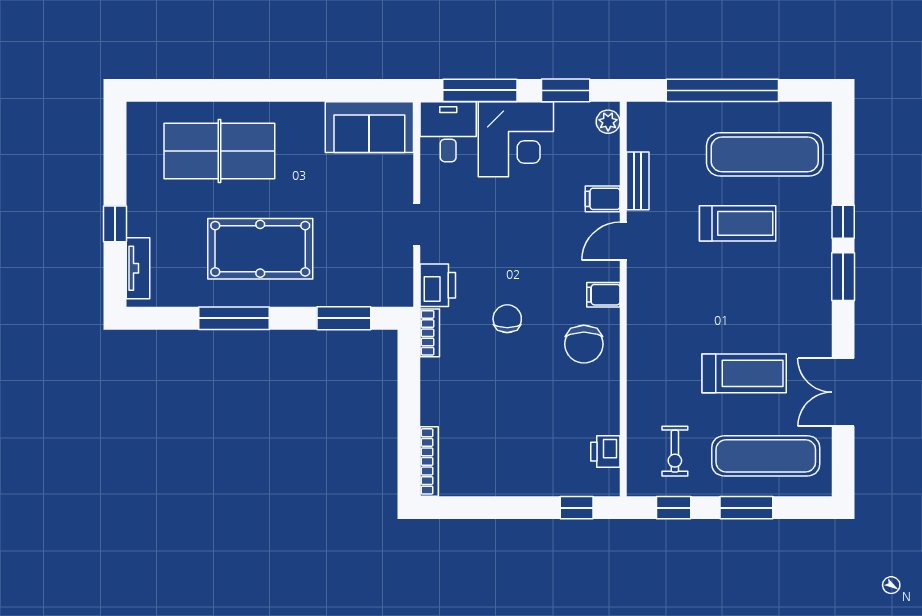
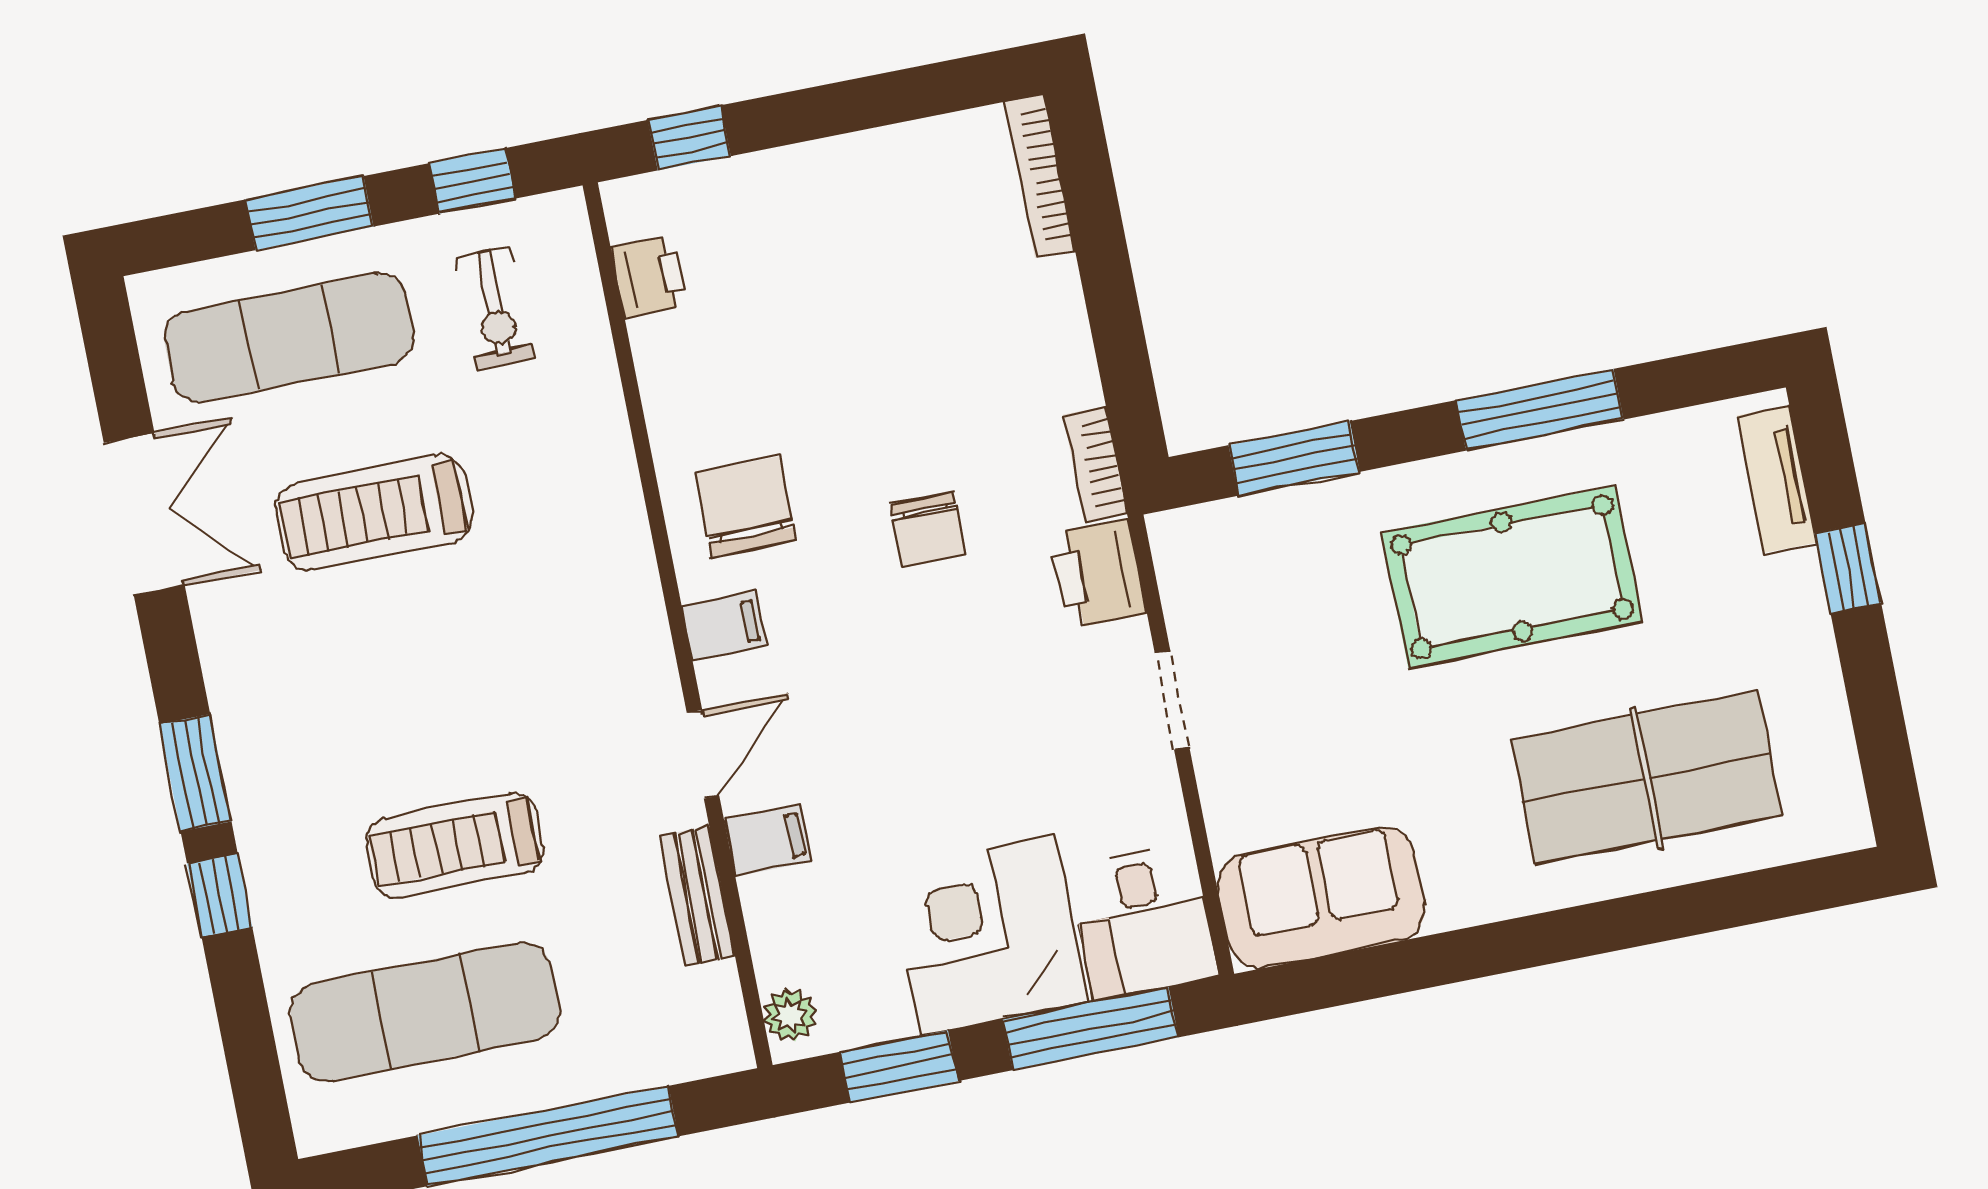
exercise bike: (675, 451) -> (495, 308), turned 180

